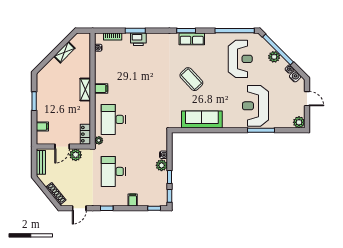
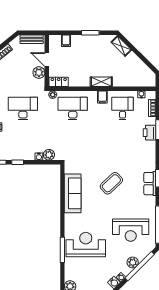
shelving: (64, 52) -> (121, 46), moved
desk: (113, 67) -> (123, 109), added
plant: (162, 165) -> (49, 155), moved

